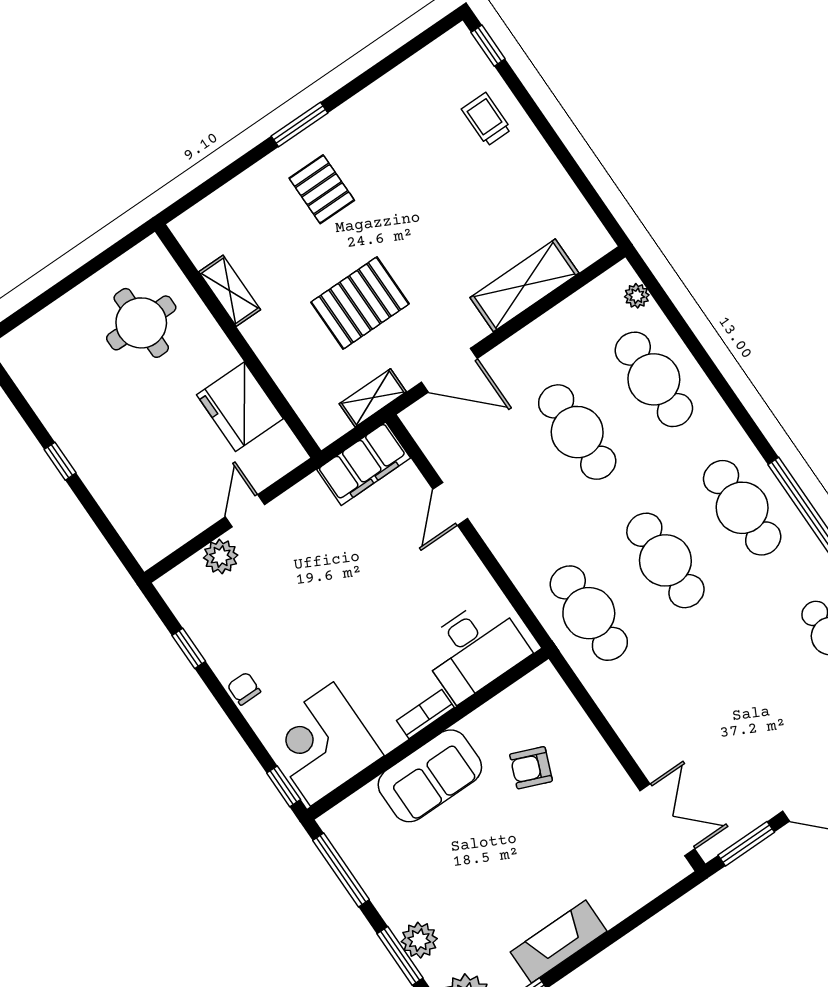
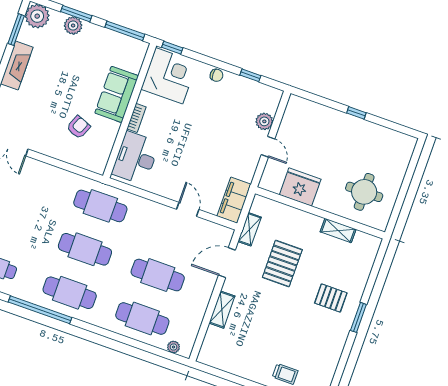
shelving: (524, 285) -> (222, 310), width x0.67, depth x0.75

